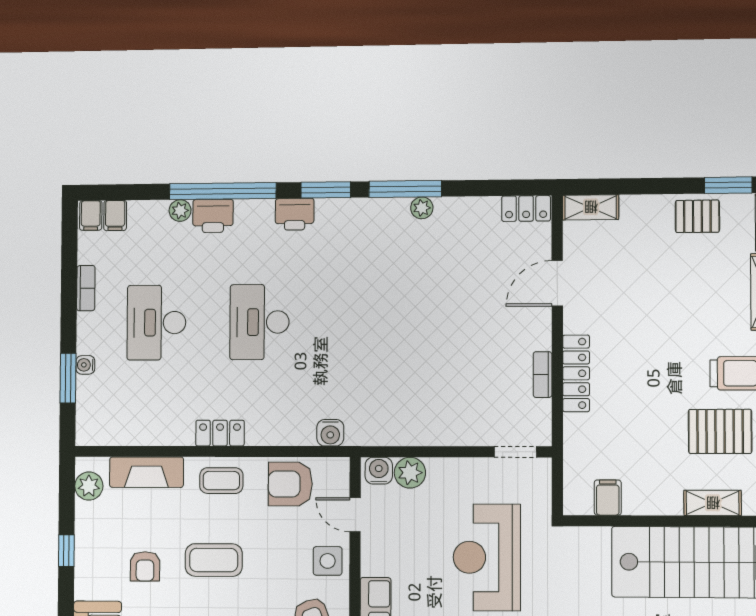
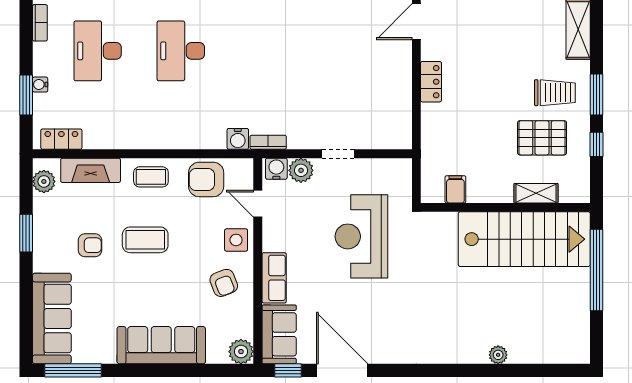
locker: (576, 373) -> (431, 82), width x0.66
bookcase: (543, 375) -> (268, 142), moved, turned 90
locker: (220, 433) -> (61, 139), moved
doorway: (515, 452) -> (338, 154), moved
window: (66, 551) -> (26, 233), width x1.50
armchair: (145, 566) -> (90, 245), turned -90

